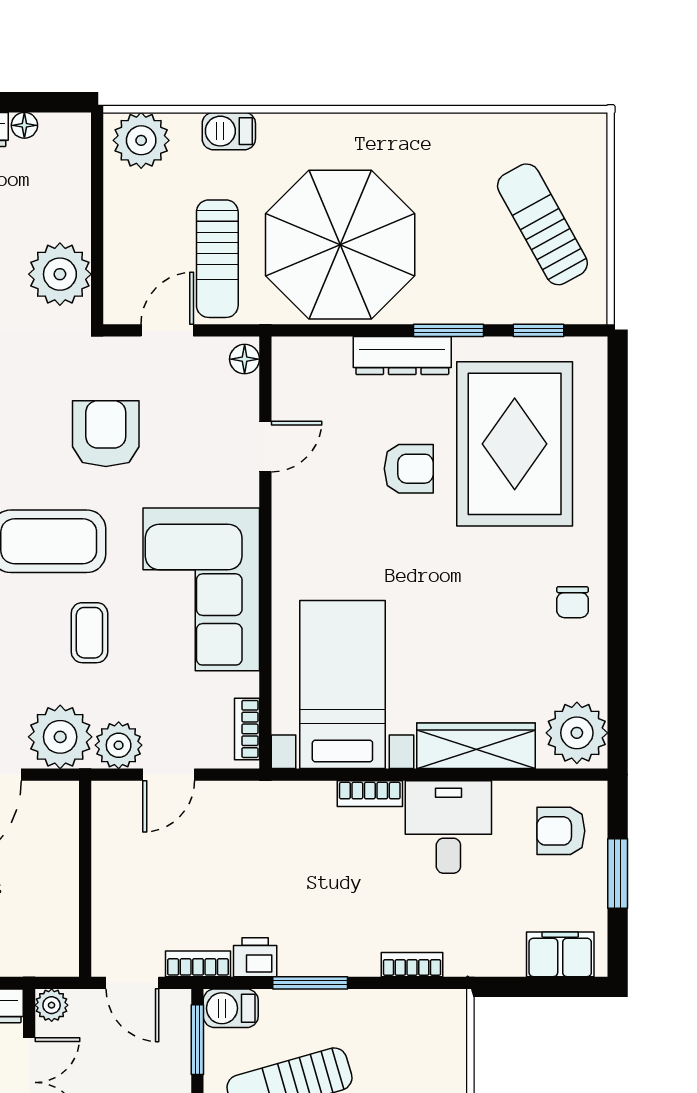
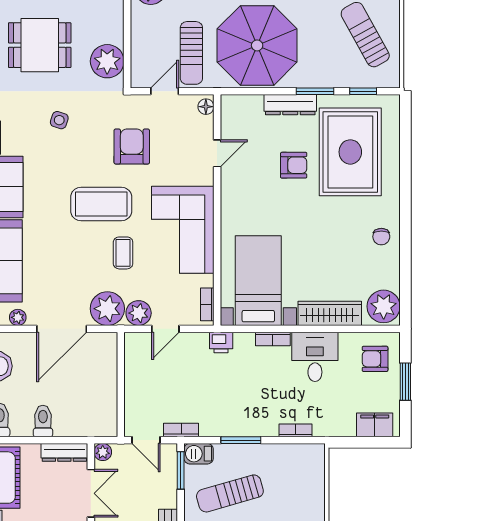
printer: (255, 957) -> (221, 342), moved, turned 180

